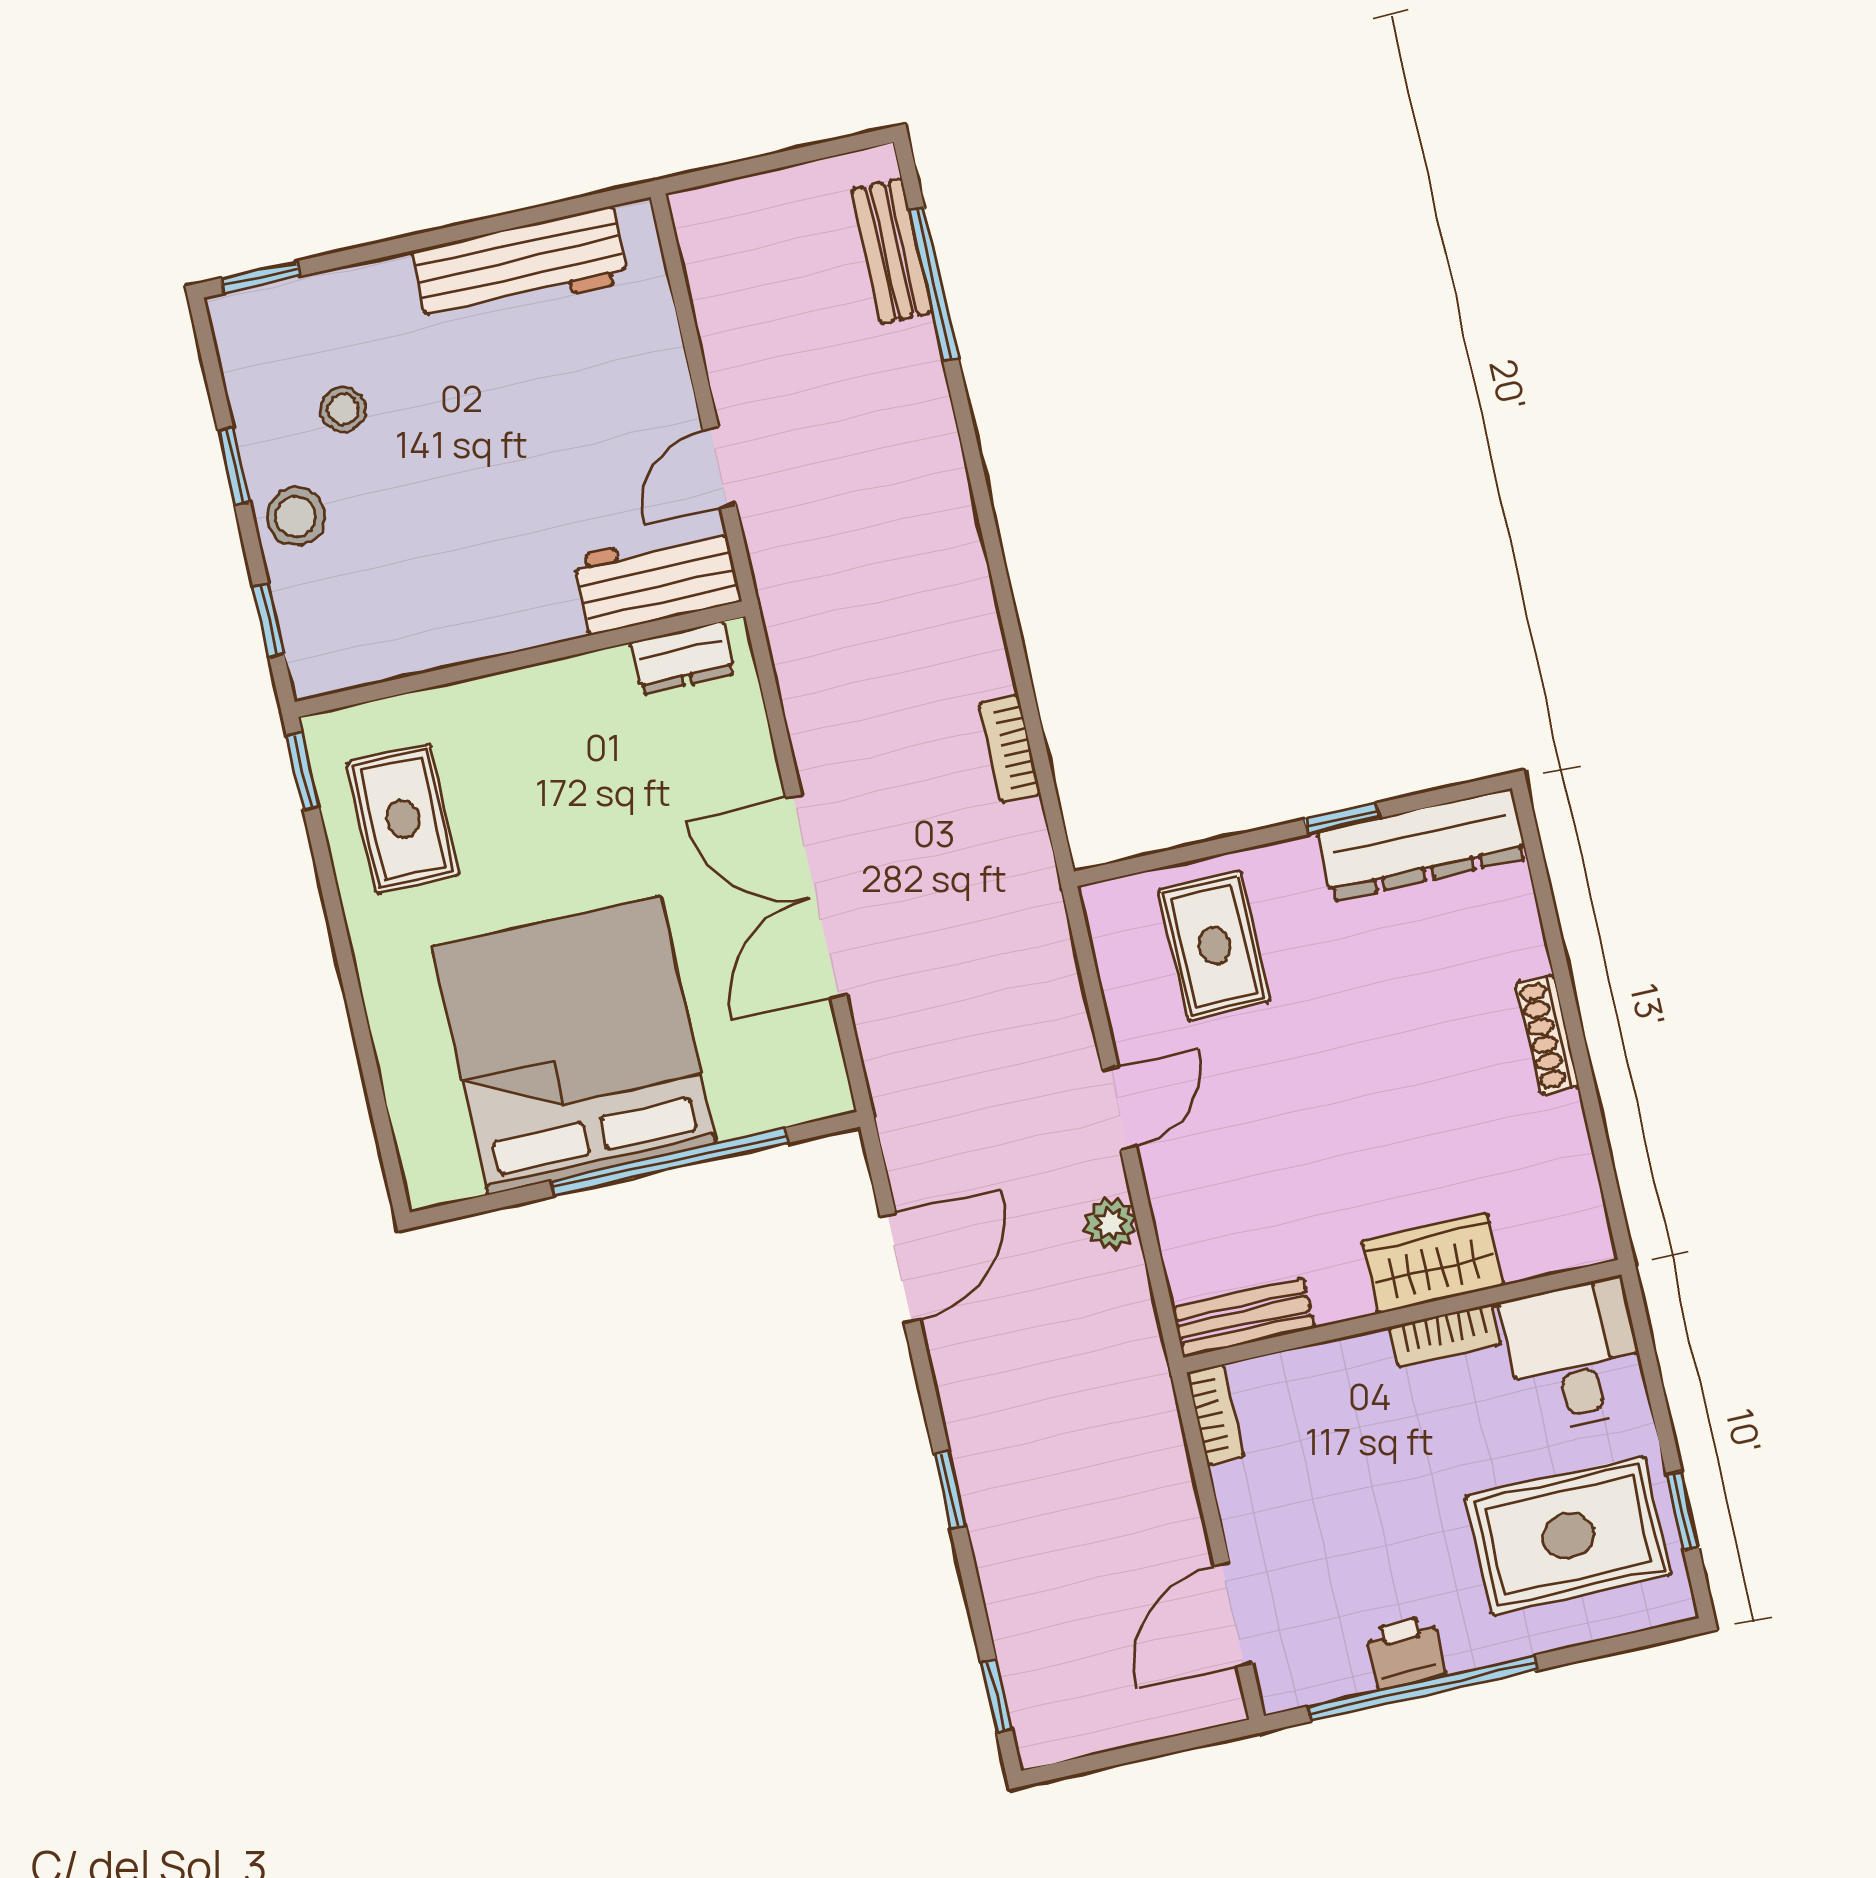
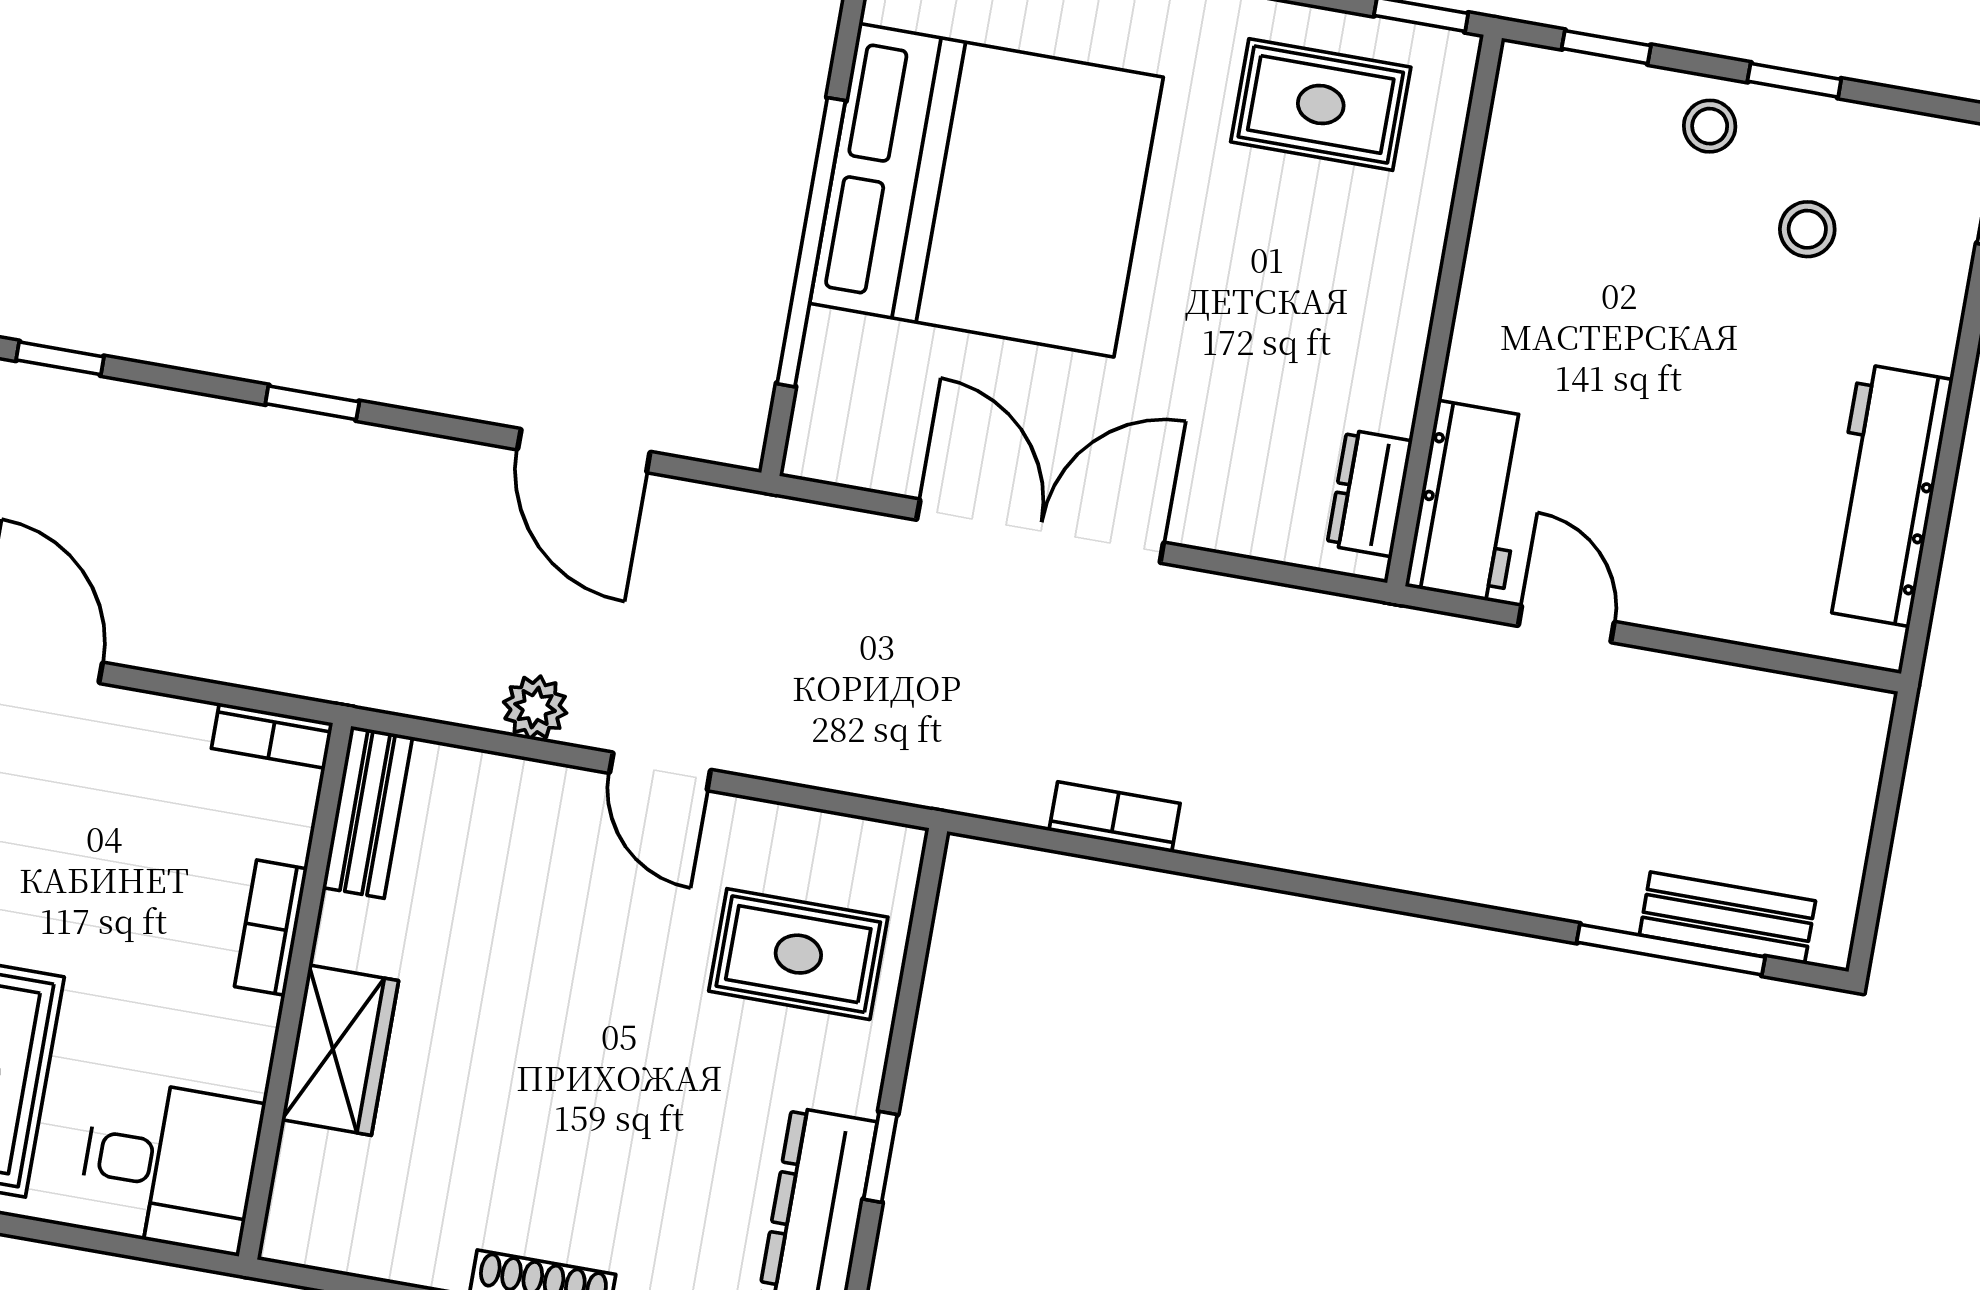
stool: (296, 516) -> (1710, 126), width x0.73, depth x0.73
bookcase: (1445, 1336) -> (271, 928), moved

